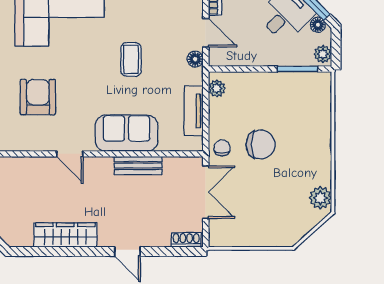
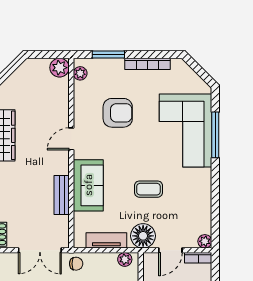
floor lamp: (195, 59) -> (143, 236), width x1.89, depth x1.89

